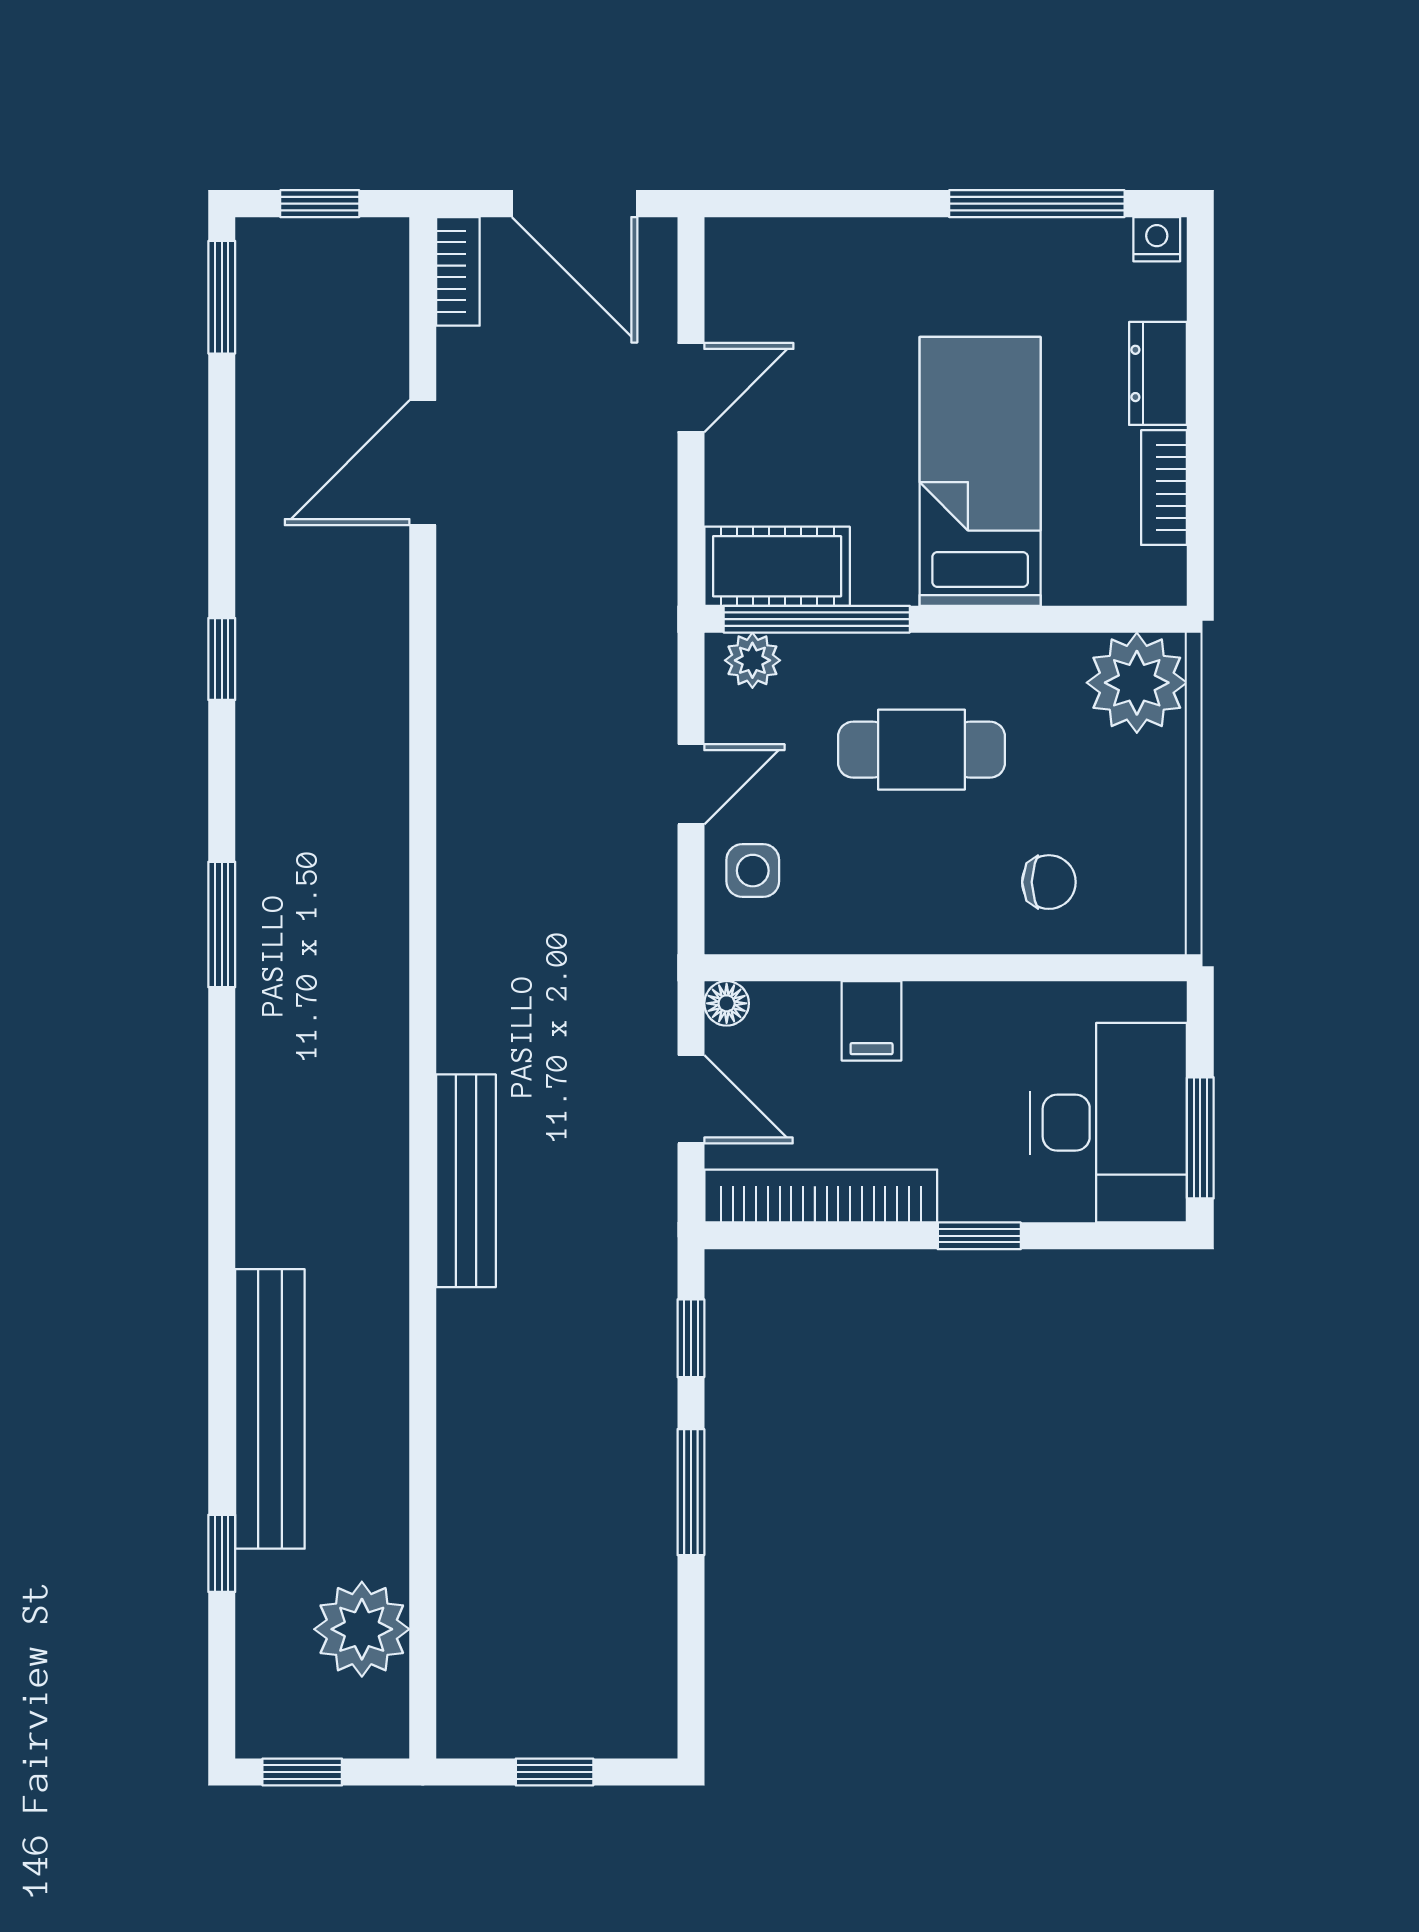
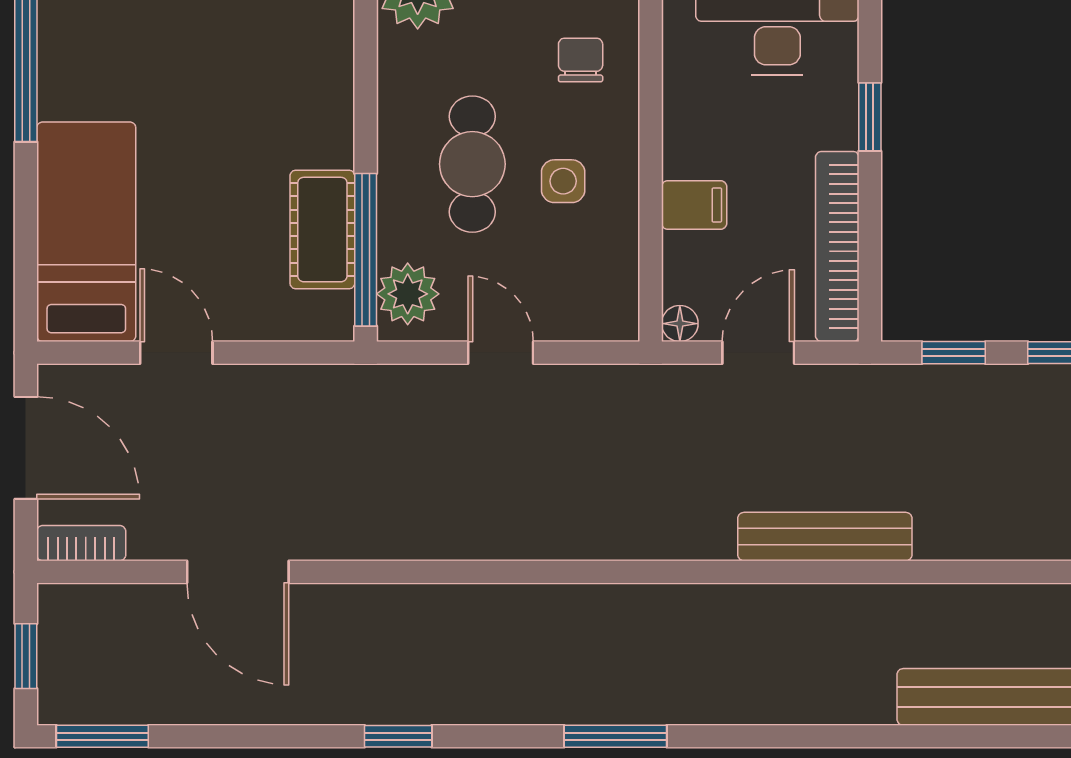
door: (575, 204) -> (26, 448), hinge flipped
bed: (980, 471) -> (86, 232), moved, turned 90
cot: (777, 566) -> (322, 230), moved
plant: (752, 660) -> (408, 294), width x1.38, depth x1.38
side table: (753, 871) -> (563, 181), moved

